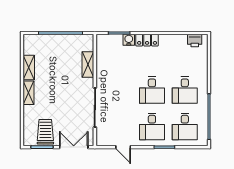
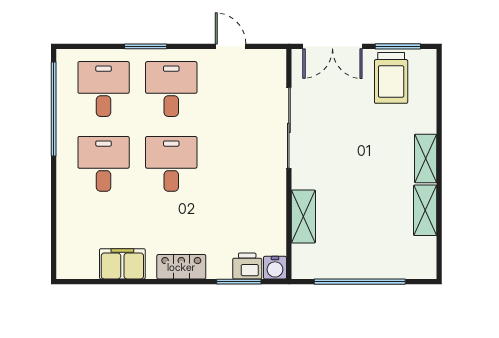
water cooler: (129, 40) -> (275, 268), moved
printer: (195, 41) -> (247, 266), moved
filing cabinet: (176, 42) -> (122, 264), added

